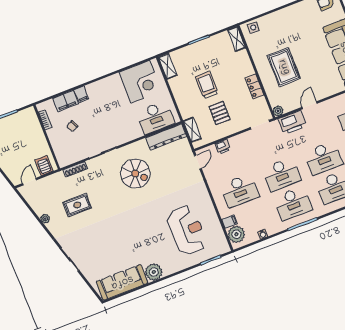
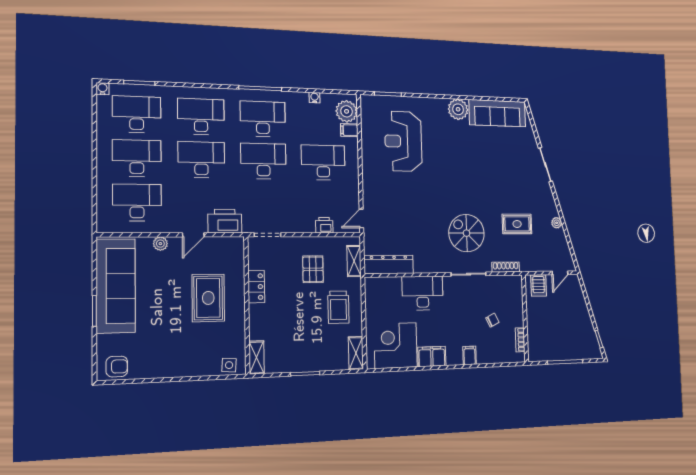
trolley: (207, 85) -> (338, 307), moved
filing cabinet: (66, 101) -> (432, 356), moved
plant: (278, 111) -> (160, 244), moved
desk: (156, 117) -> (423, 293), moved
spiral stairs: (135, 174) -> (467, 233), moved

